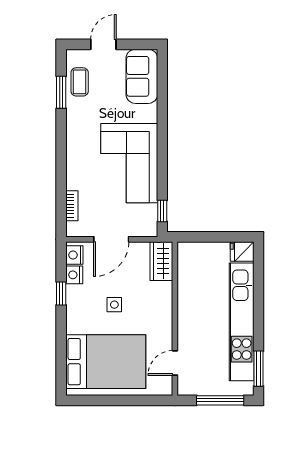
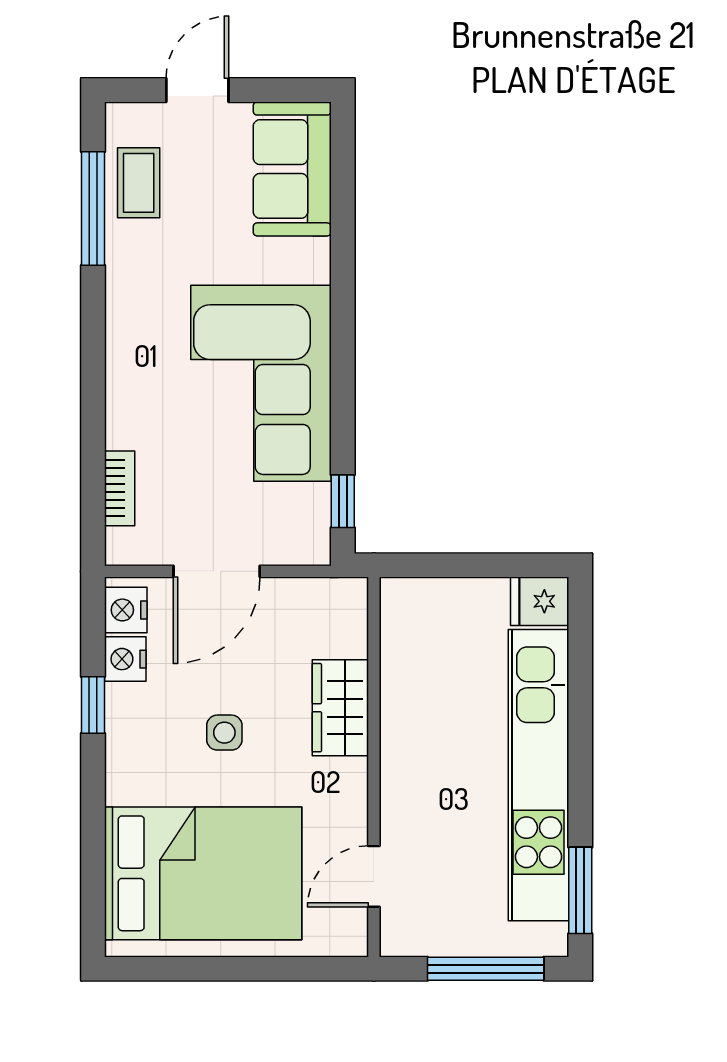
window: (61, 92) -> (93, 209), width x1.44
wardrobe: (161, 261) -> (340, 708), moved

